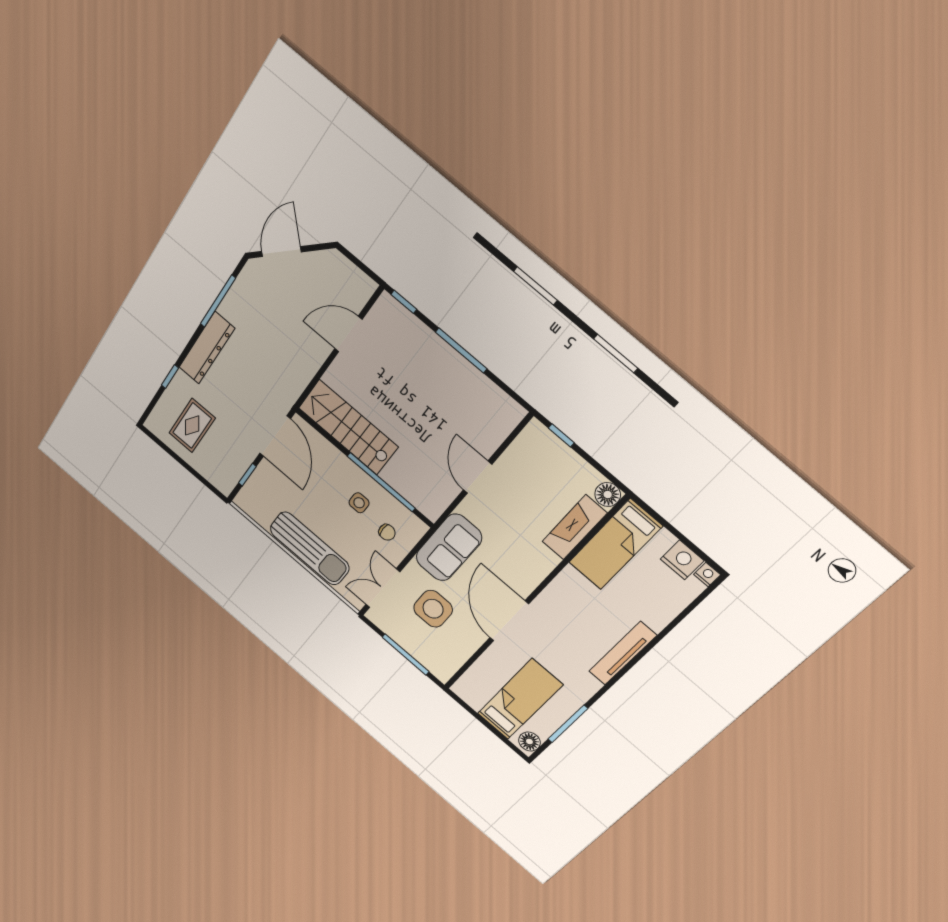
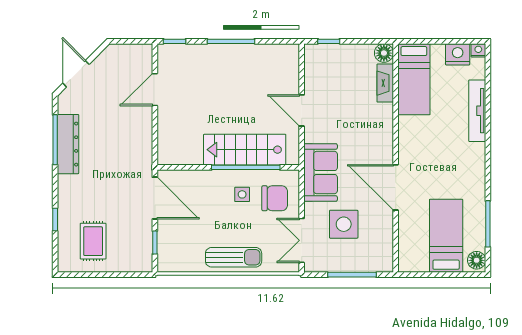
dresser: (207, 348) -> (68, 144), moved
stairs: (348, 427) -> (245, 150), moved
fireplace: (574, 527) -> (385, 83), width x0.73, depth x0.76
chair: (387, 532) -> (275, 198), width x1.87, depth x1.87
sun lounger: (310, 548) -> (234, 257), width x0.73, depth x0.75
tv unit: (622, 653) -> (477, 111), moved

